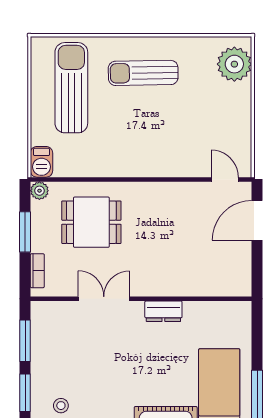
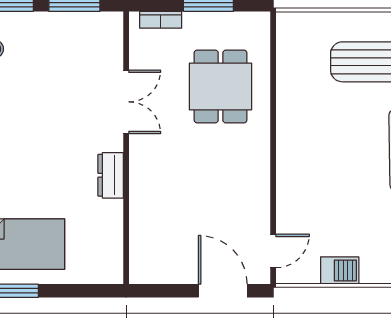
barbecue: (41, 162) -> (340, 270), moved, turned 180
plant: (39, 191) -> (259, 23), removed

